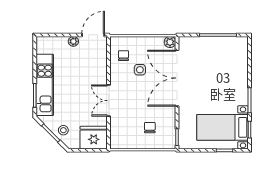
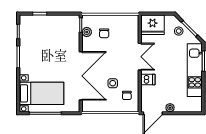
plant: (170, 42) -> (87, 32), moved
dishwasher: (99, 74) -> (148, 79), added
bed with nightstands: (222, 127) -> (41, 93), moved

